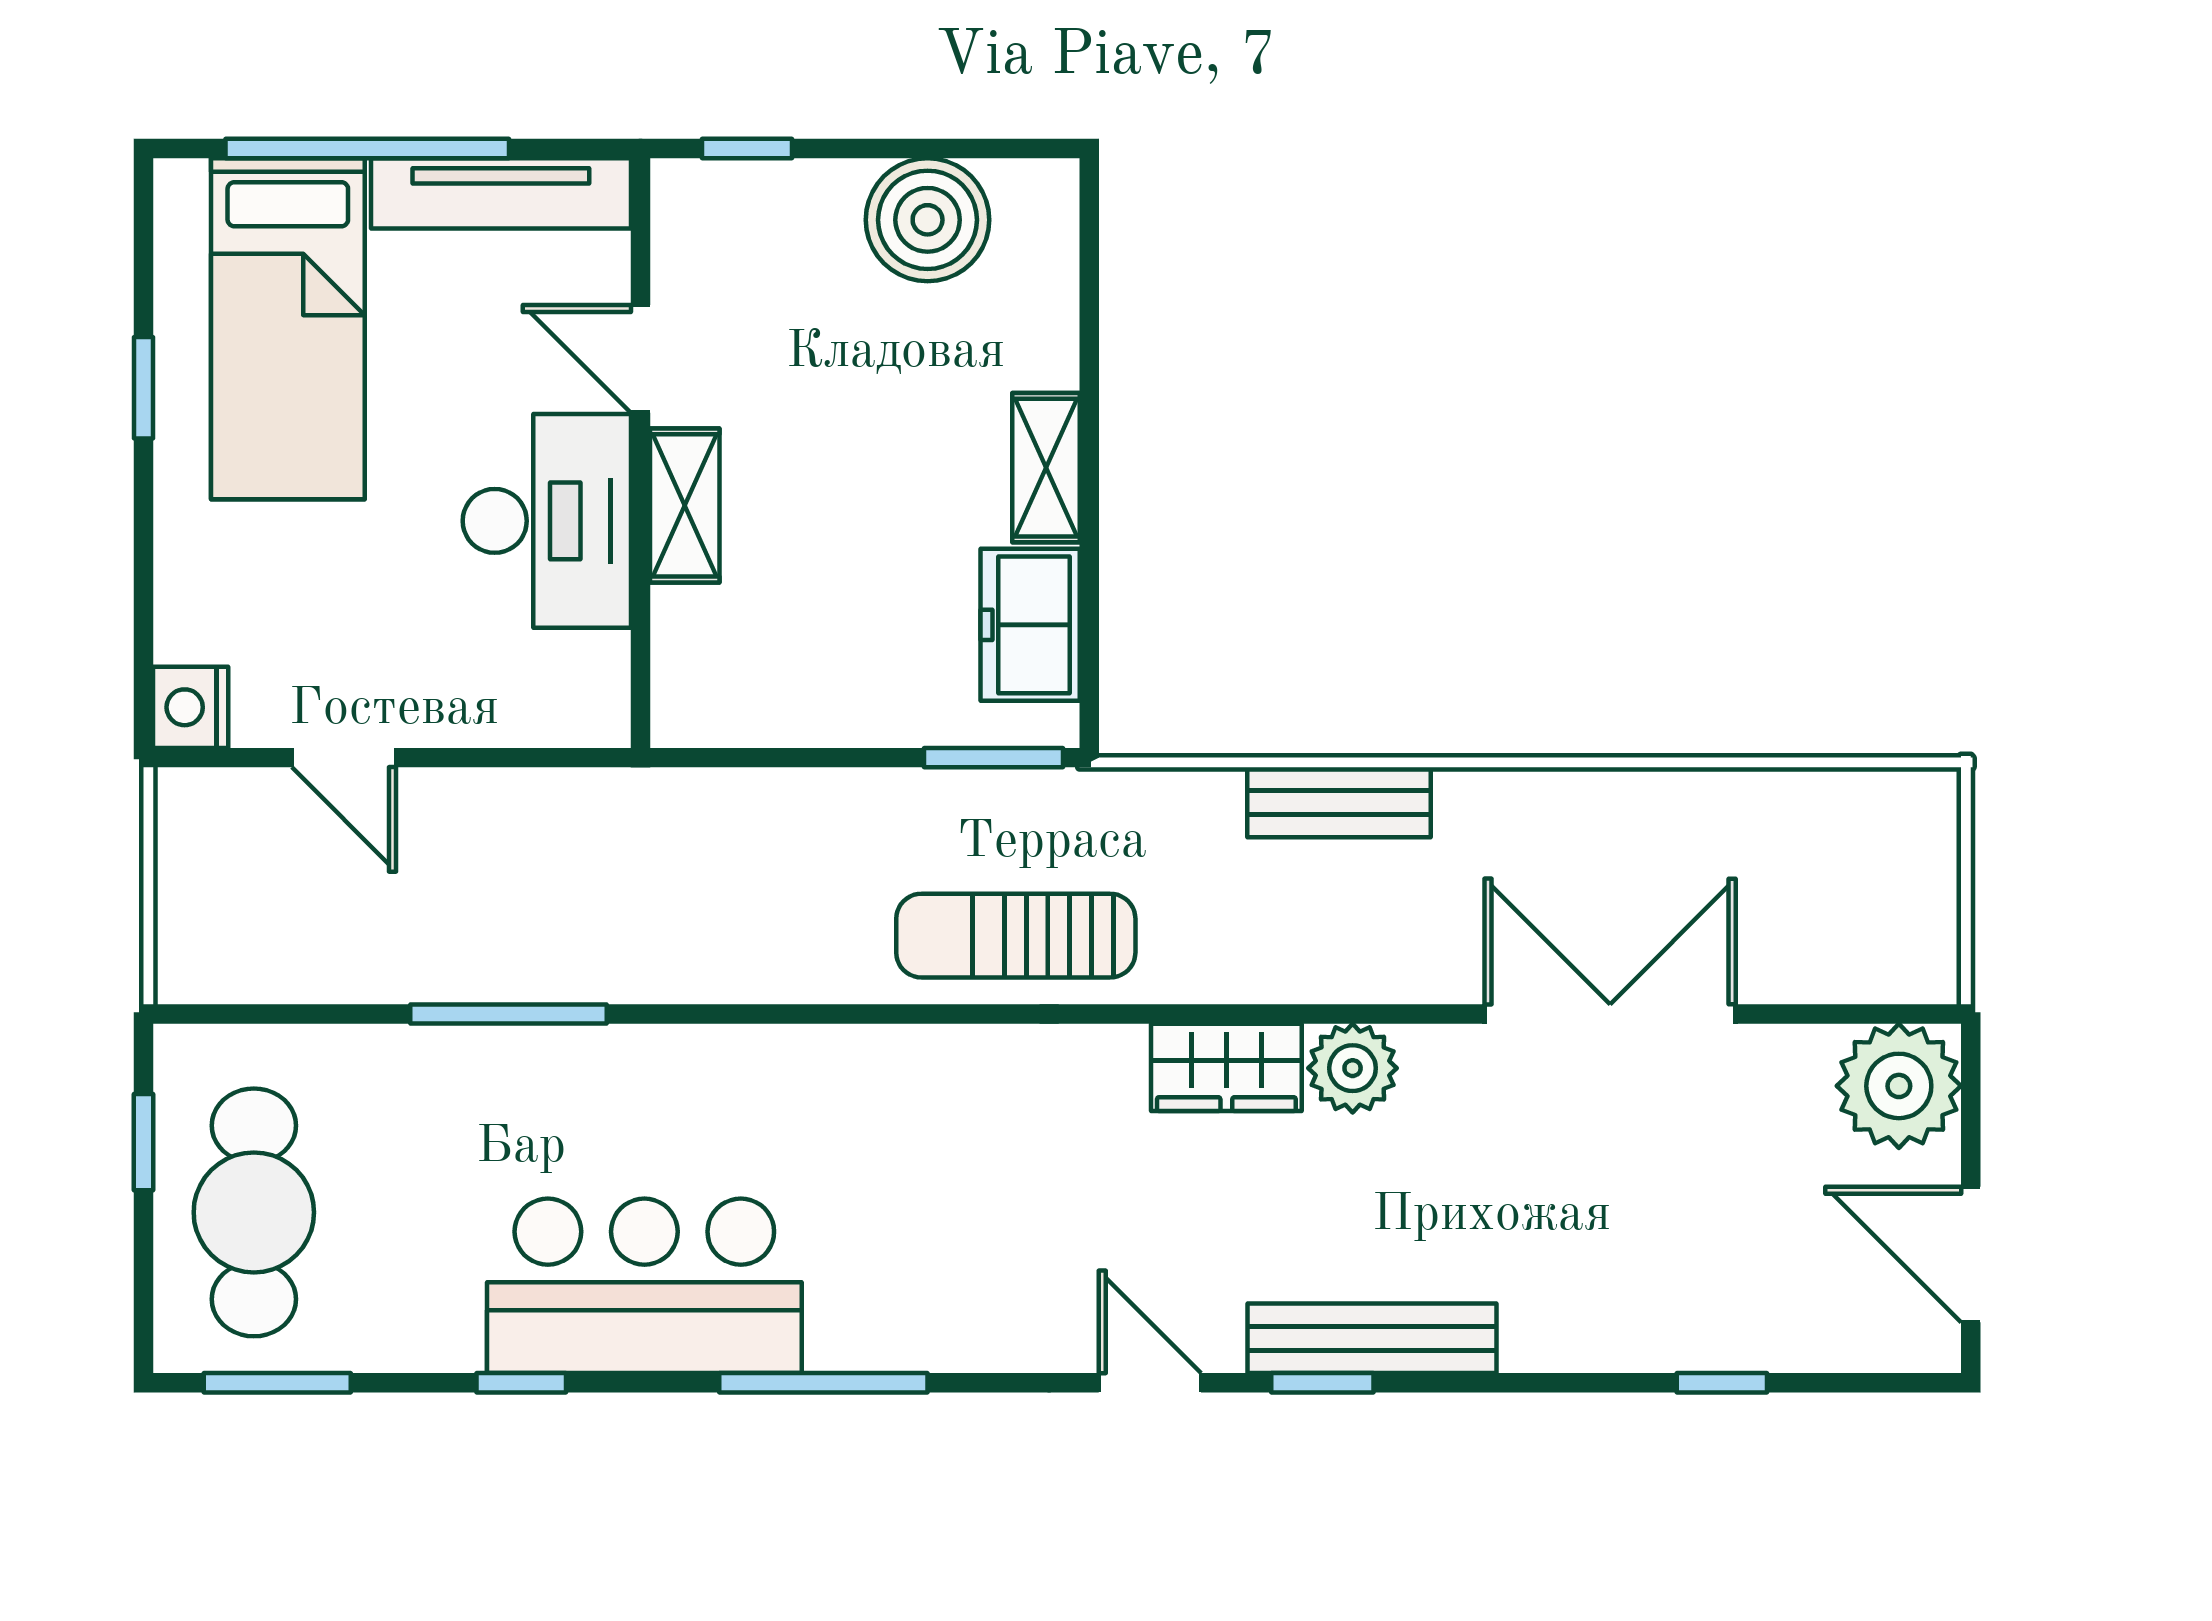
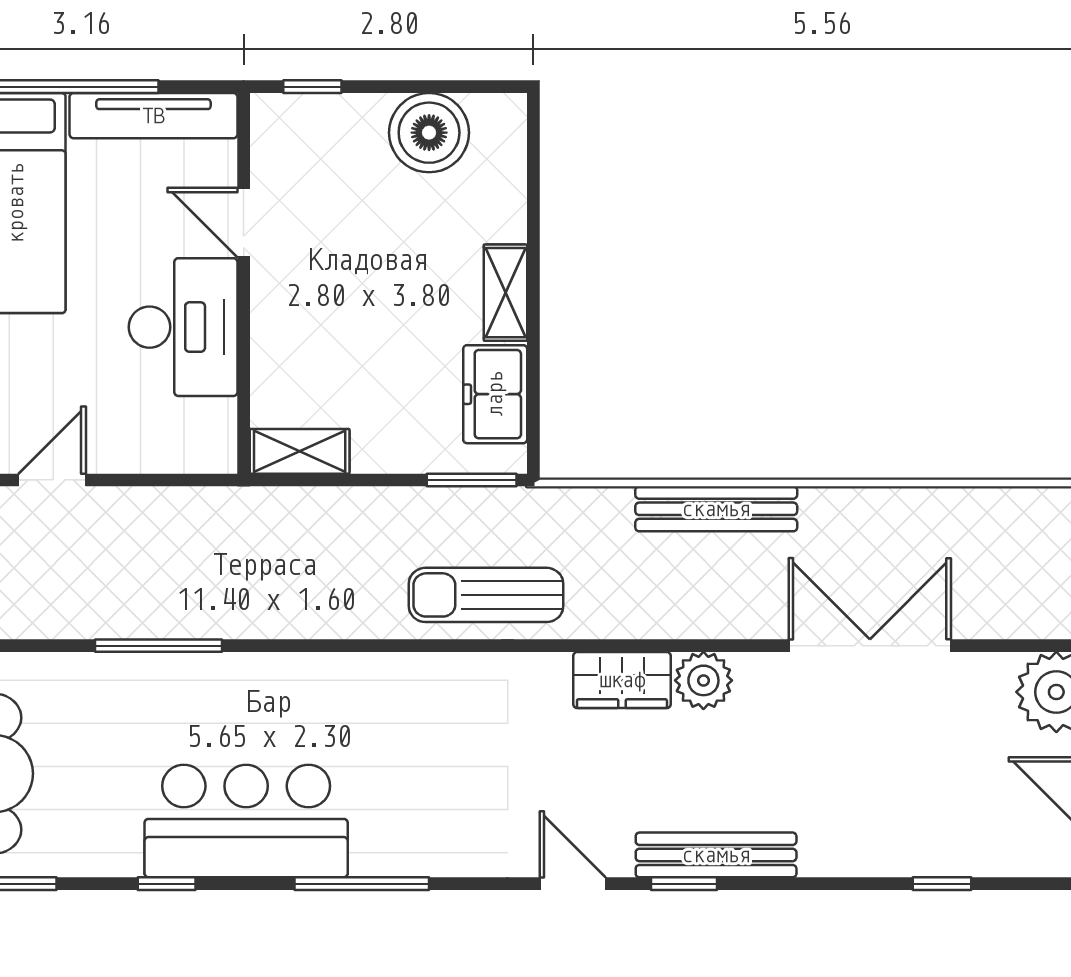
shelving: (685, 505) -> (300, 451), moved, turned 90
door: (344, 758) -> (52, 480), swing flipped
bench: (1339, 802) -> (716, 509), width x1.36

